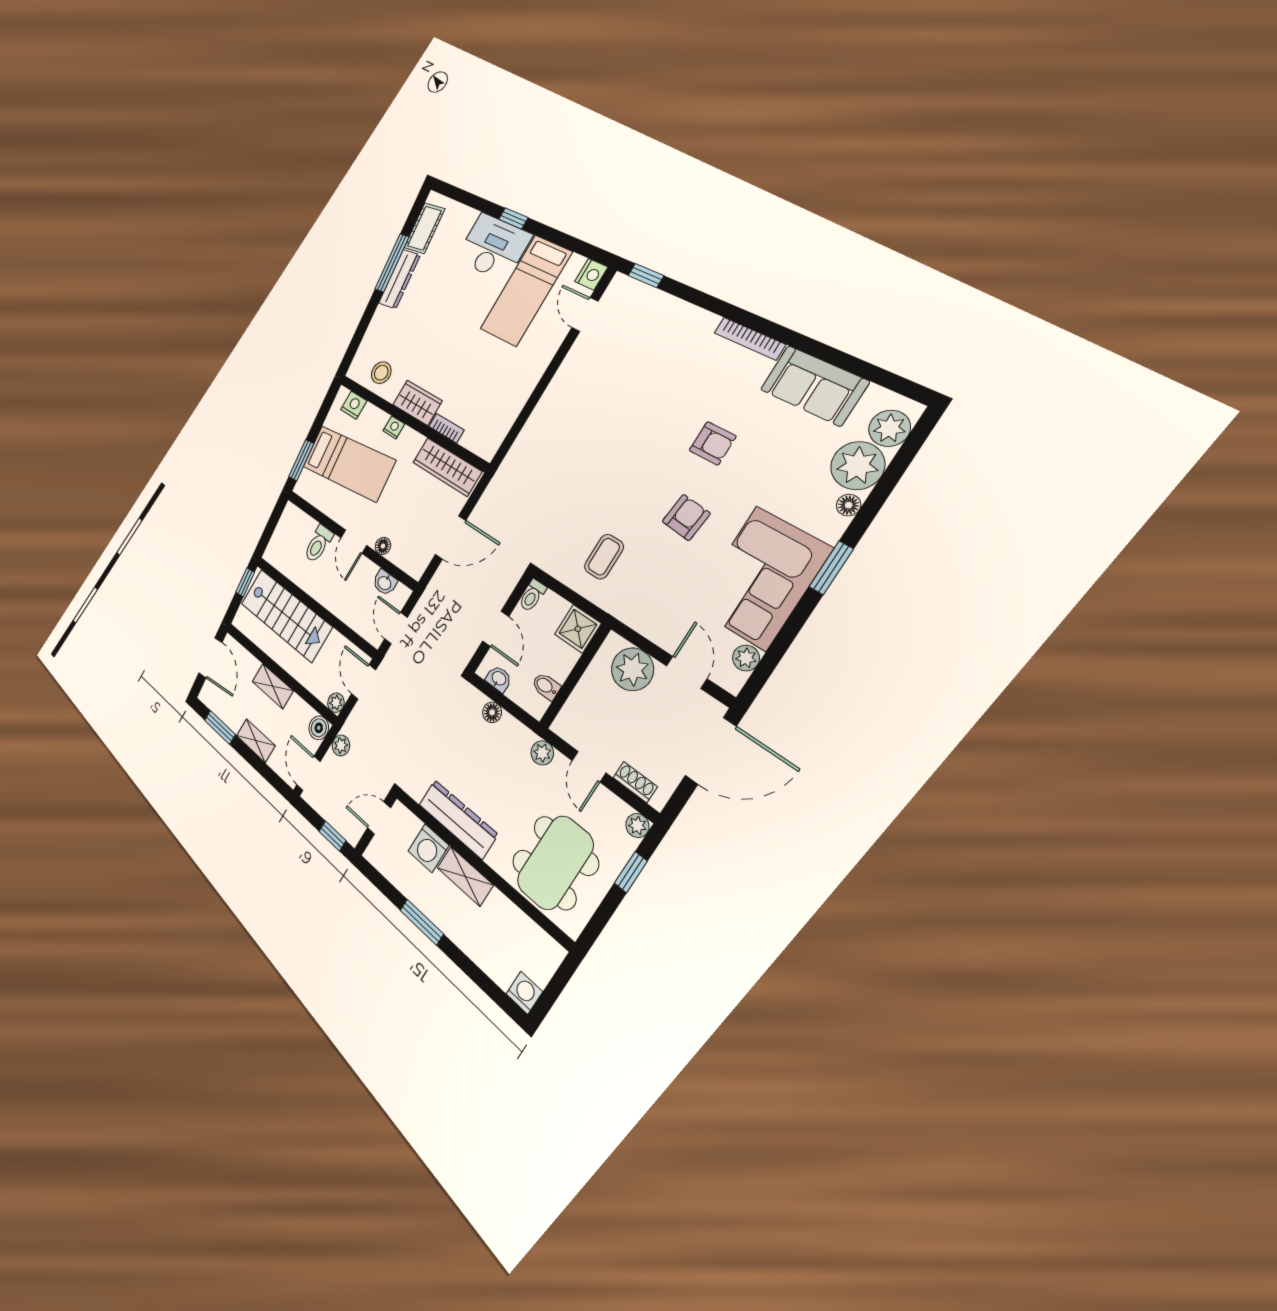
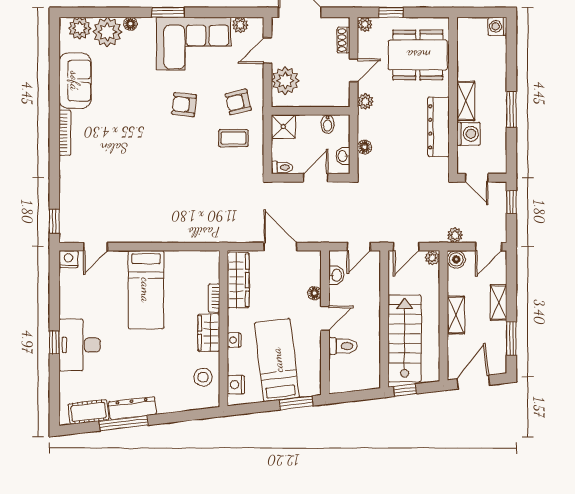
bed: (526, 291) -> (146, 290), moved, turned 90
armchair: (713, 443) -> (238, 102), moved, turned -103

